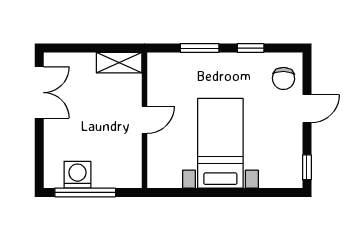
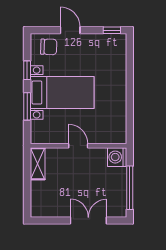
double door: (39, 93) -> (88, 220), moved
bed with nightstands: (220, 143) -> (62, 92), moved, turned 180
washing machine: (77, 175) -> (117, 157), moved

